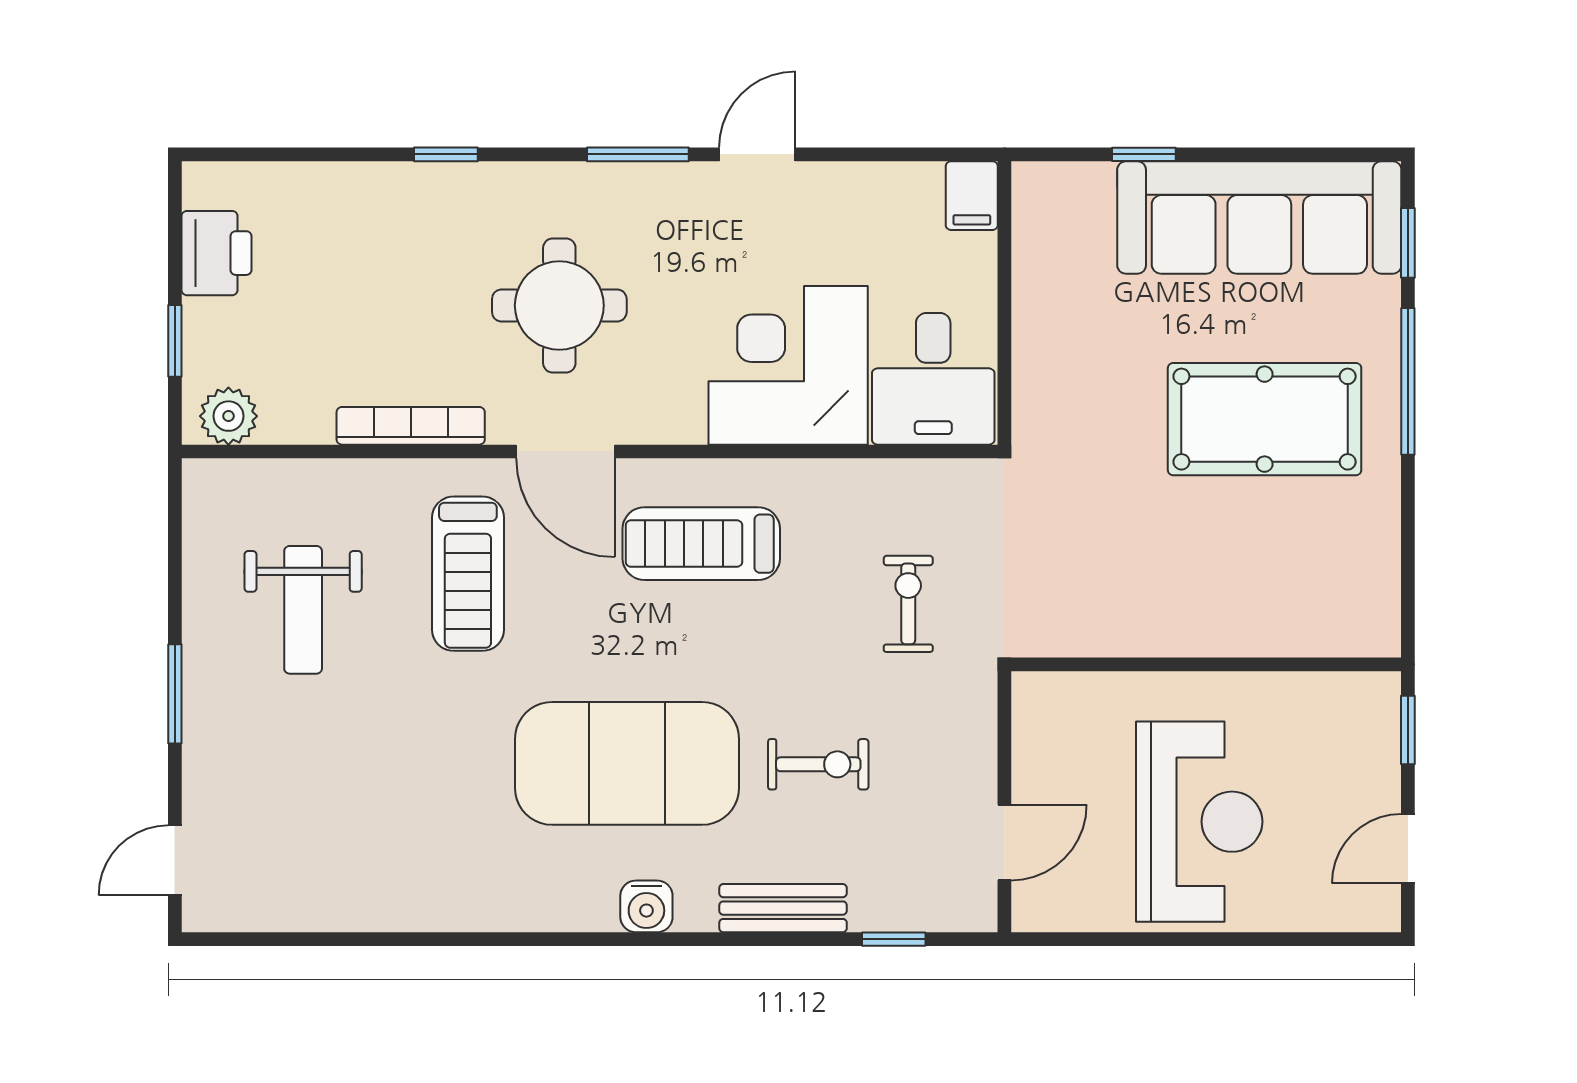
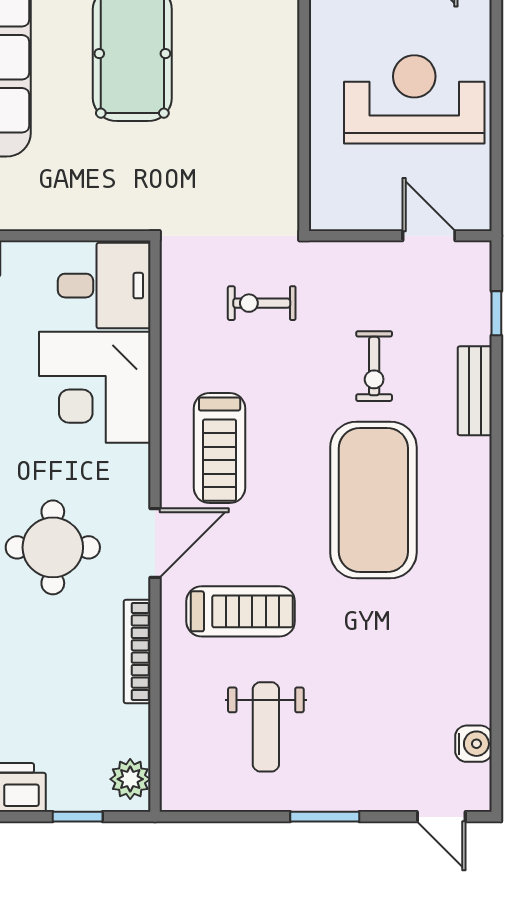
weight bench: (303, 610) -> (266, 727), turned 90
exercise bike: (818, 764) -> (374, 366), turned 180
water cooler: (646, 906) -> (474, 744), moved

